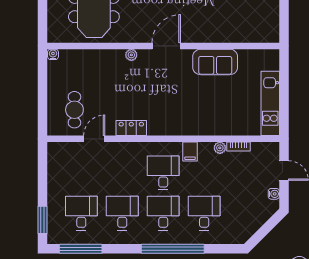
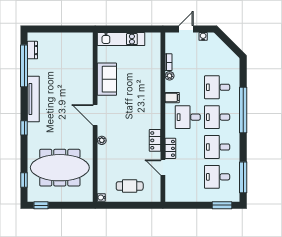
kitchen unit: (270, 103) -> (121, 39), moved
cafe table: (74, 110) -> (130, 186), moved
locker: (120, 149) -> (170, 148), added

